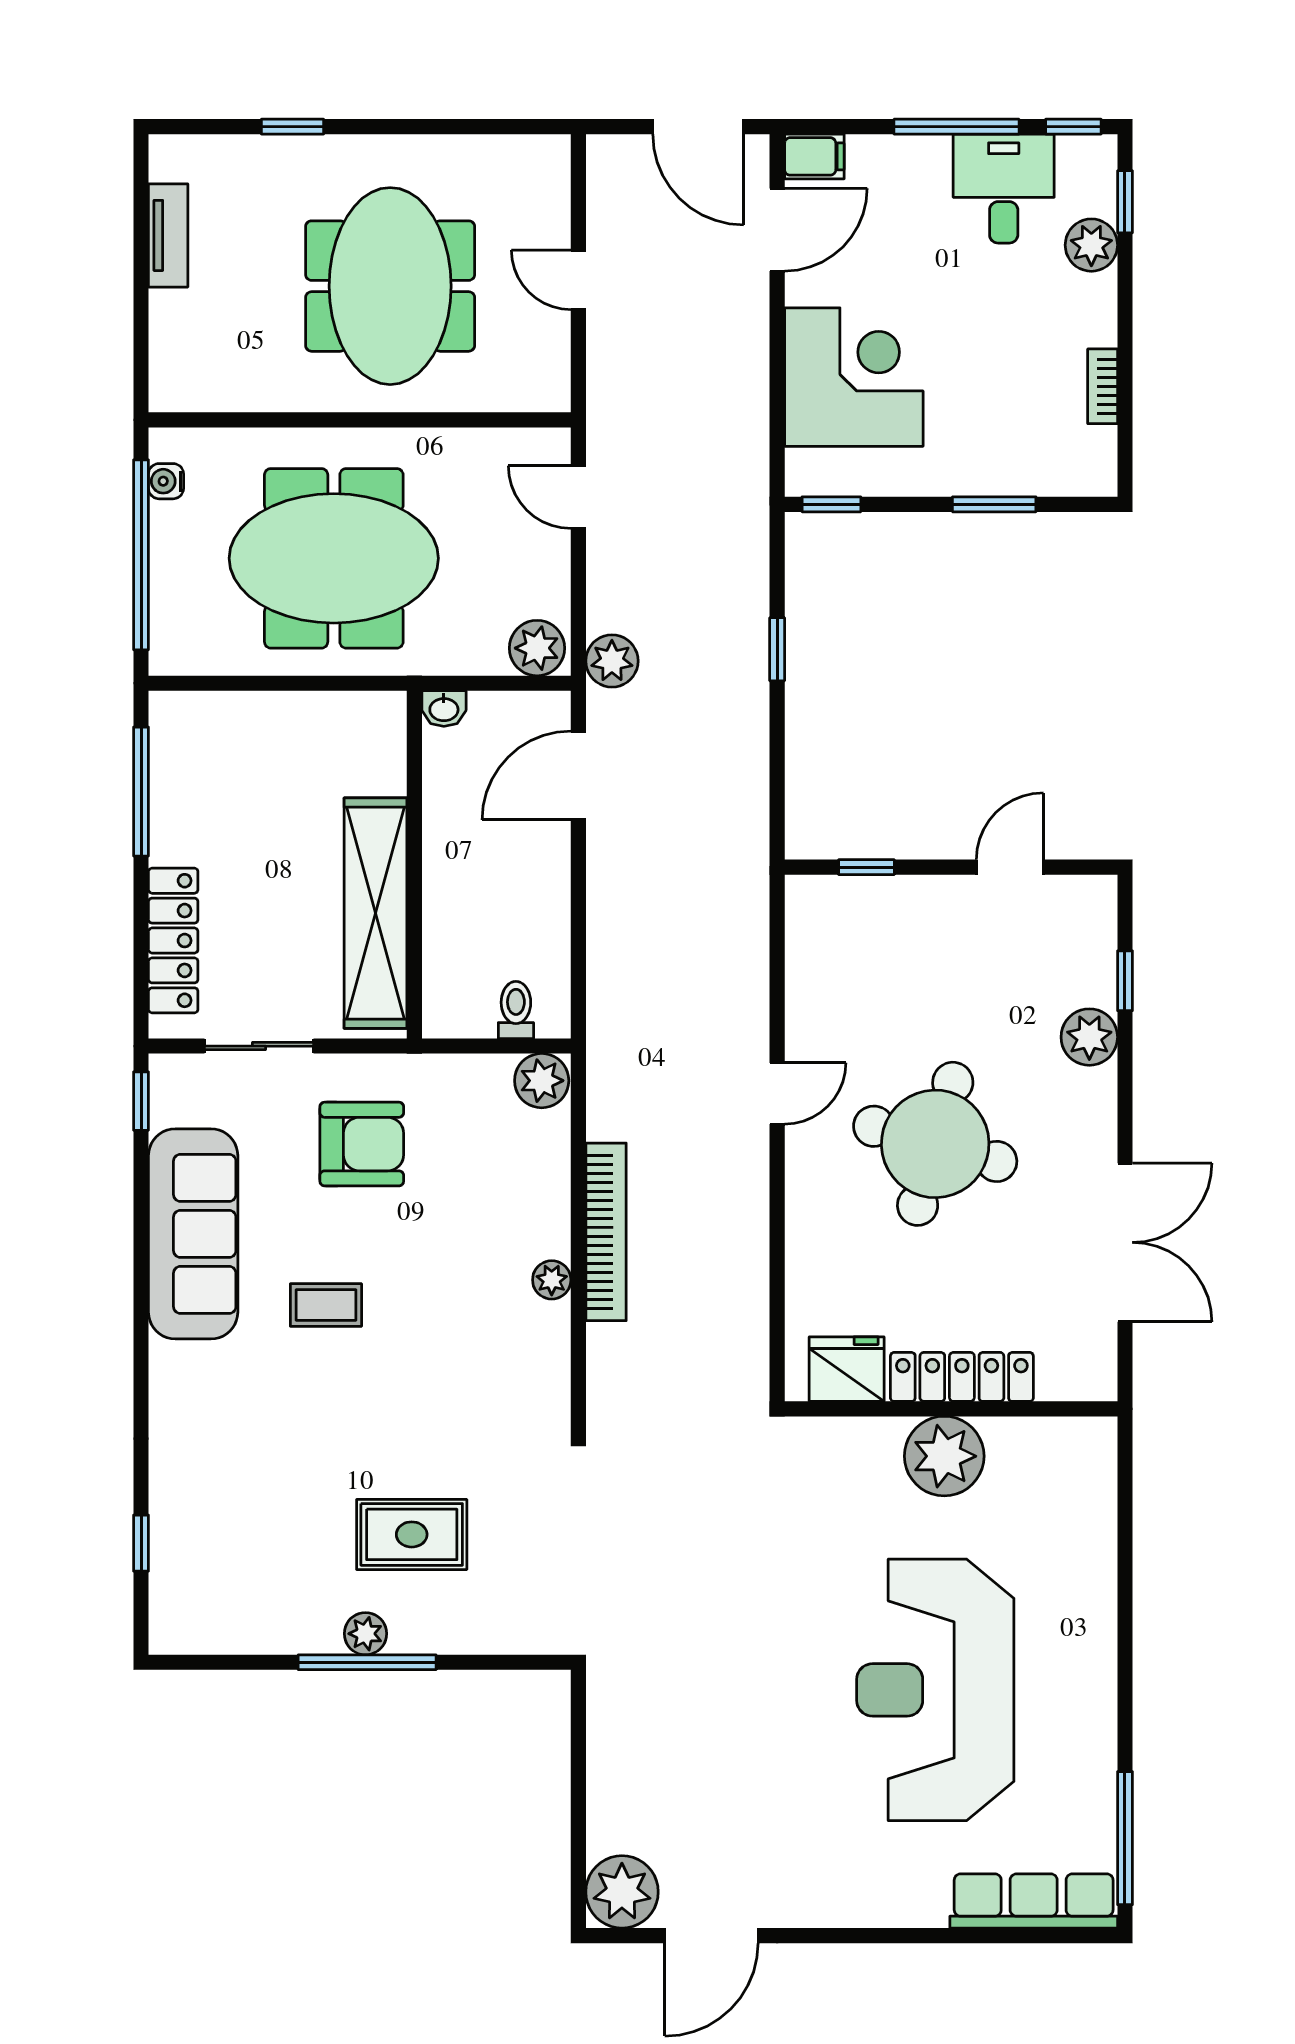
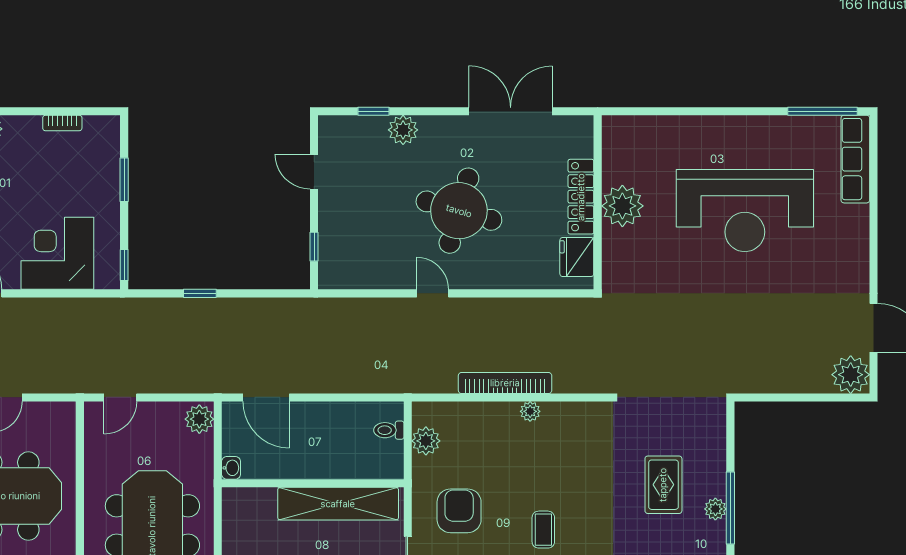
plant: (612, 661) -> (206, 380), removed
plant: (542, 1081) -> (426, 441), moved

